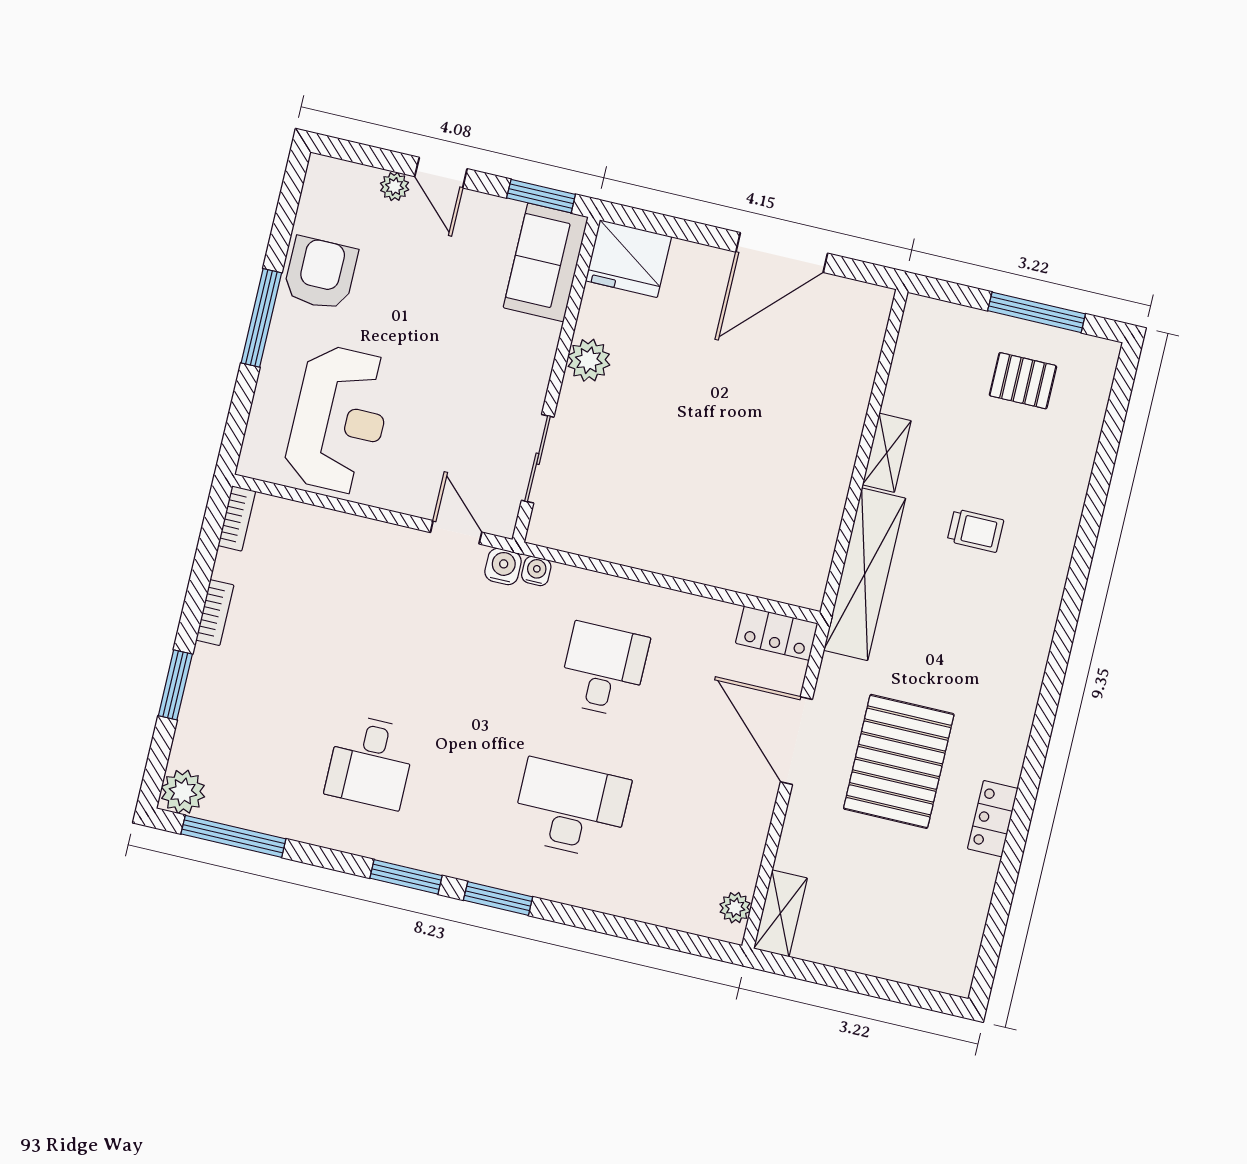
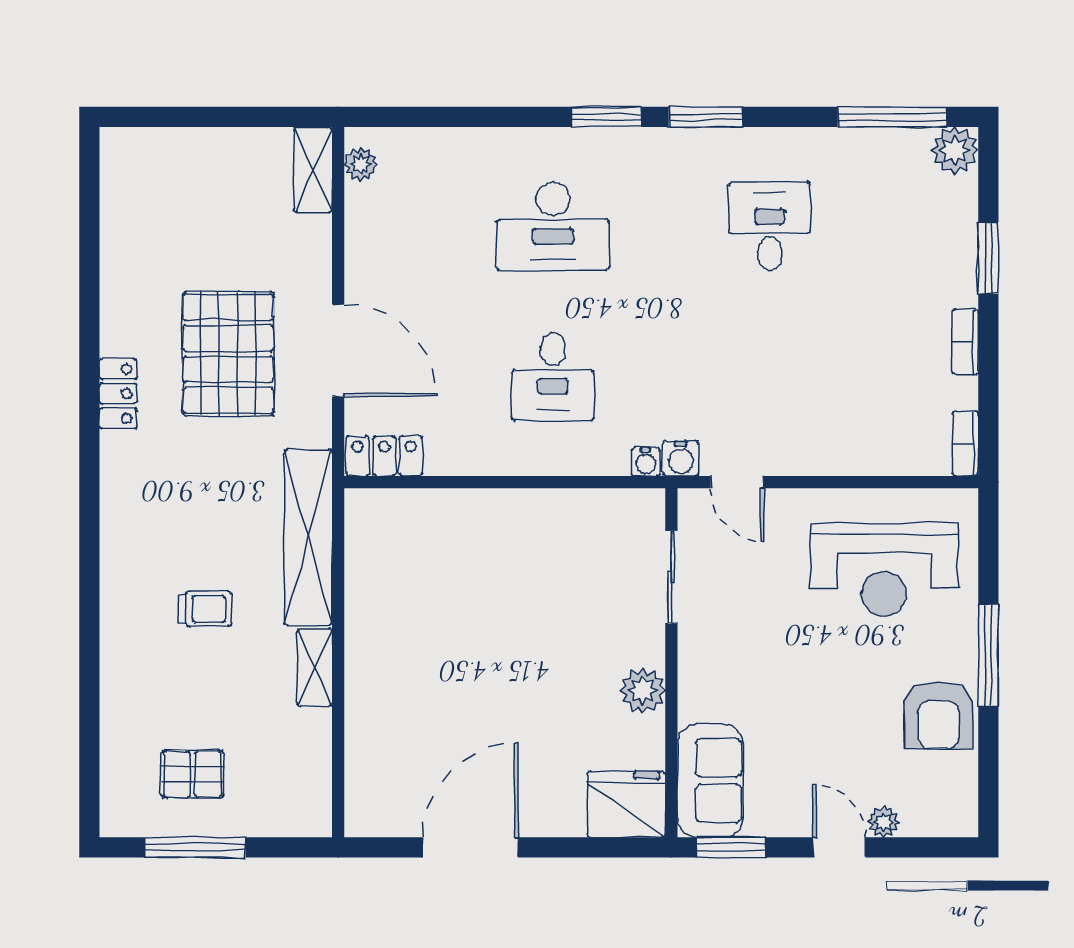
reception desk: (339, 420) -> (884, 570), turned -90
trolley: (975, 531) -> (205, 609), turned 180
locker: (993, 819) -> (118, 394), moved

